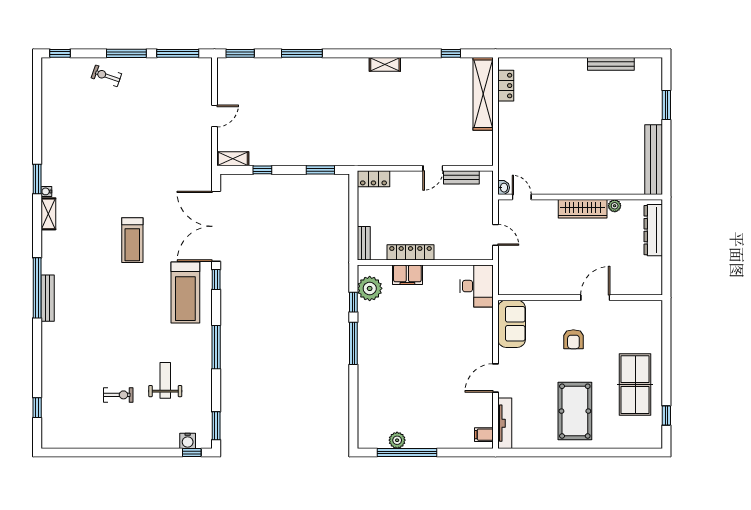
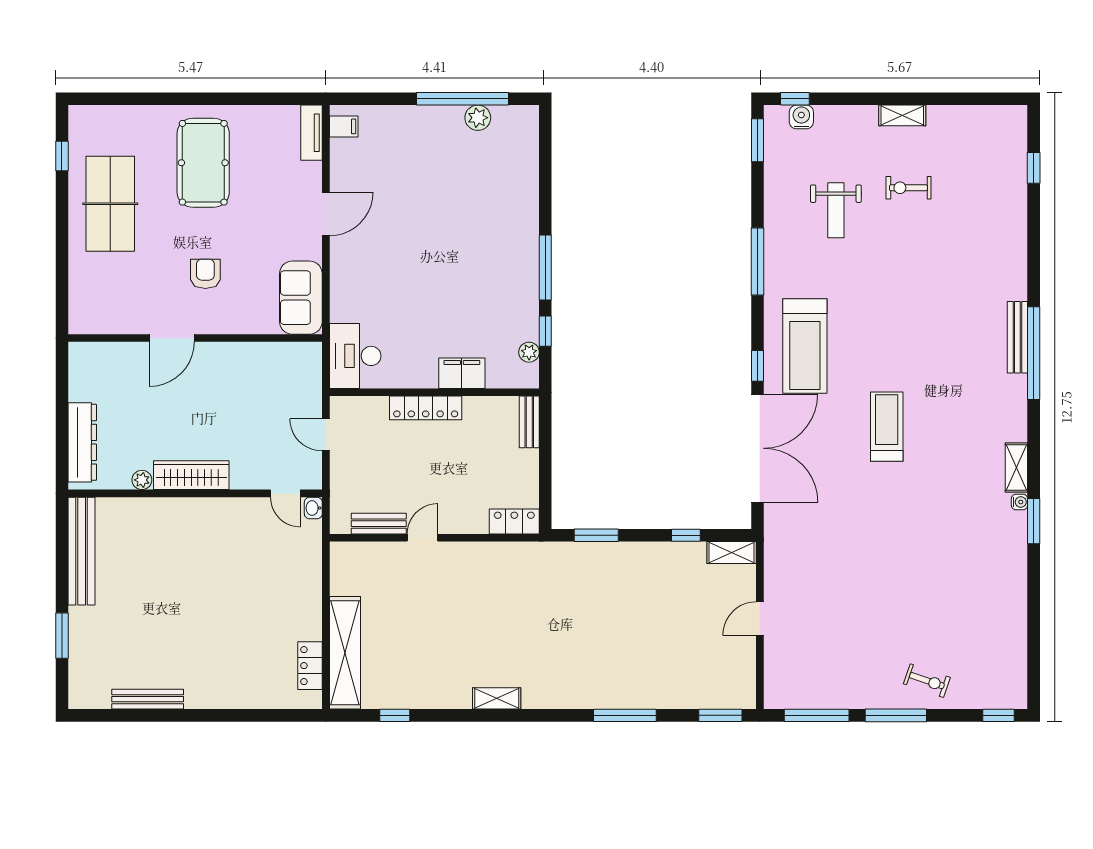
locker: (411, 252) -> (426, 408), moved
plant: (370, 288) -> (529, 352), width x0.53, depth x0.53
treadmill: (185, 292) -> (805, 346), turned 180
tv unit: (505, 423) -> (312, 133), width x0.71
shelving: (122, 442) -> (902, 115), added

